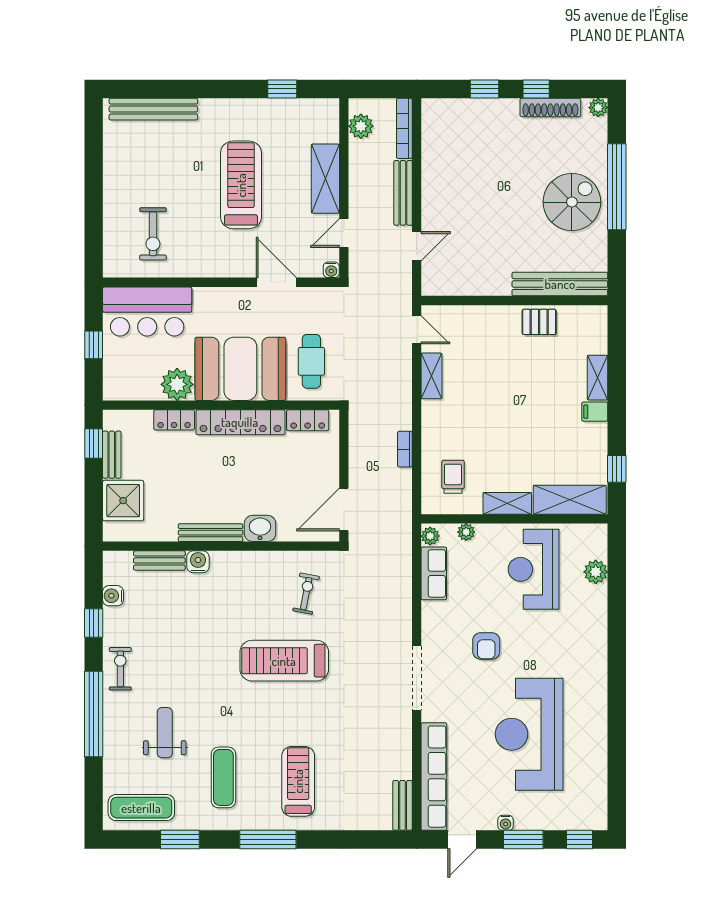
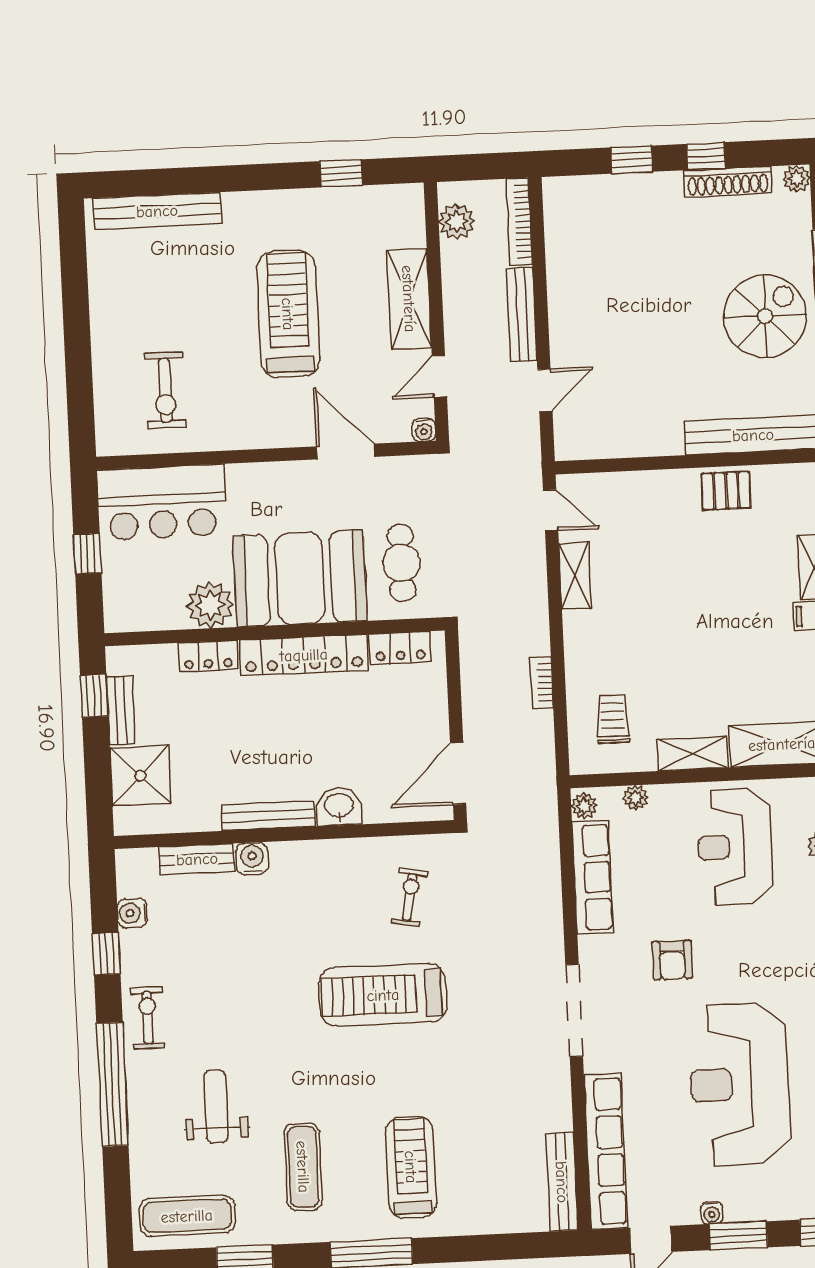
row of seats: (434, 573) -> (593, 877), width x1.48
bench: (402, 805) -> (562, 1182), width x1.36

